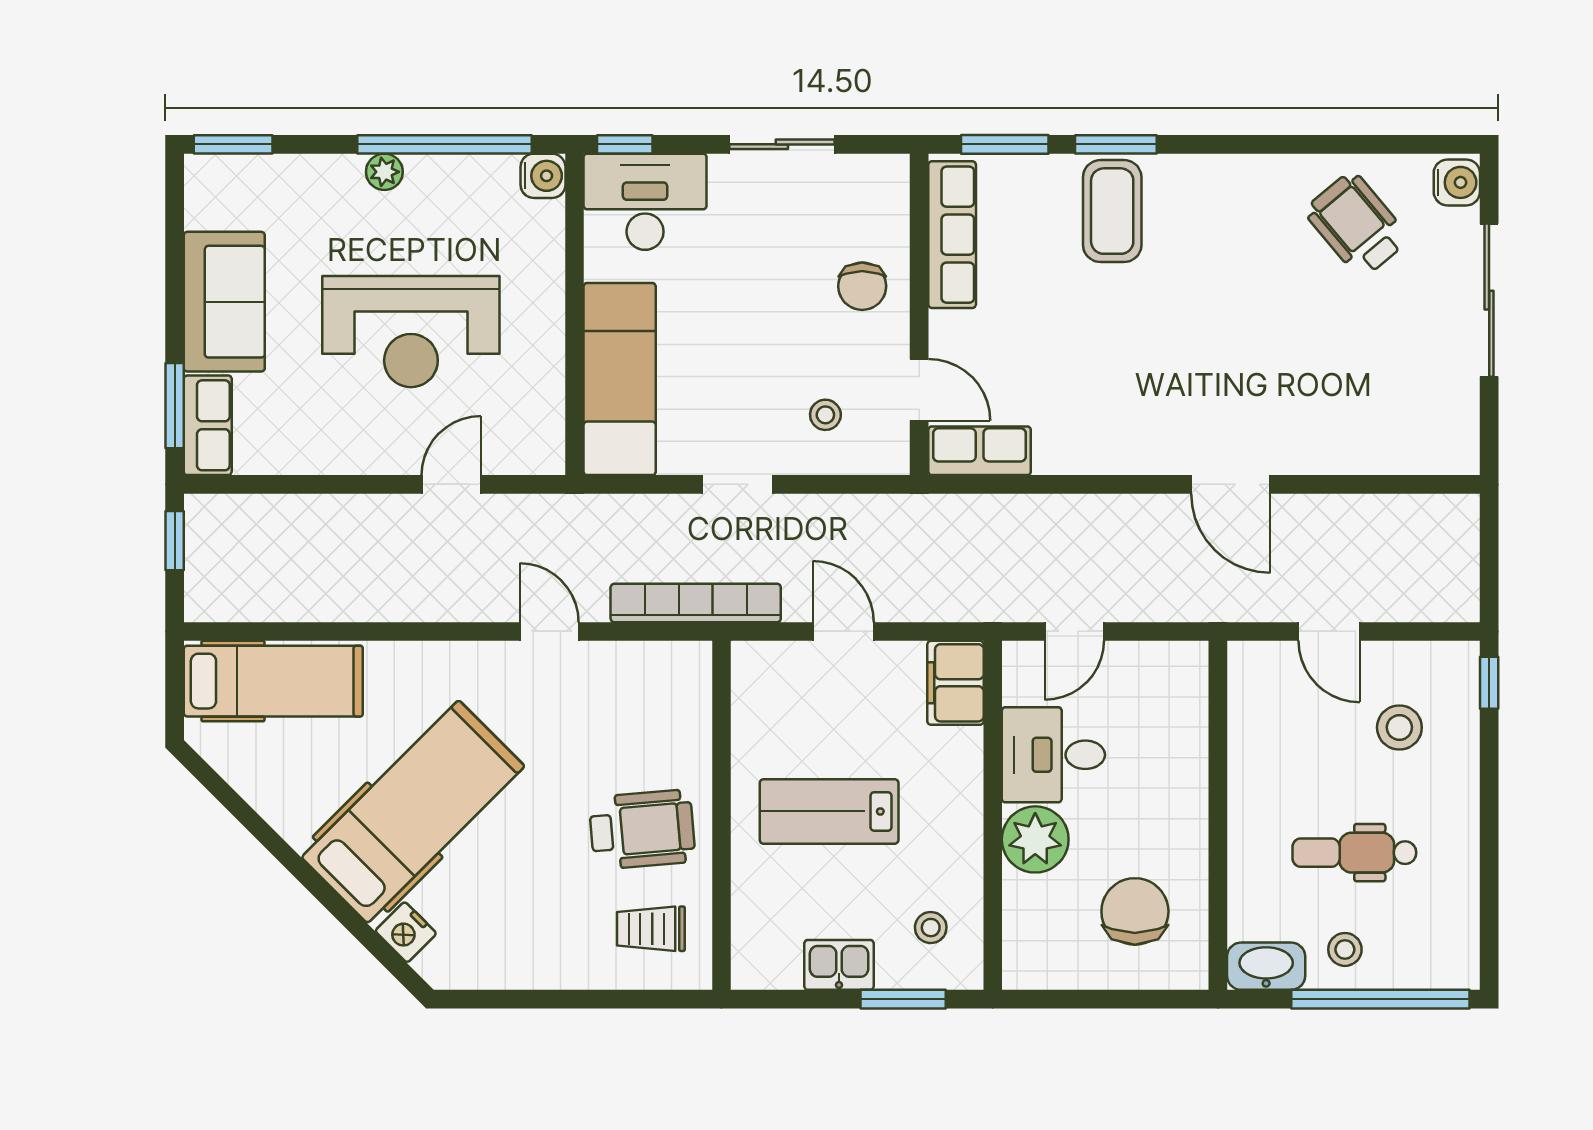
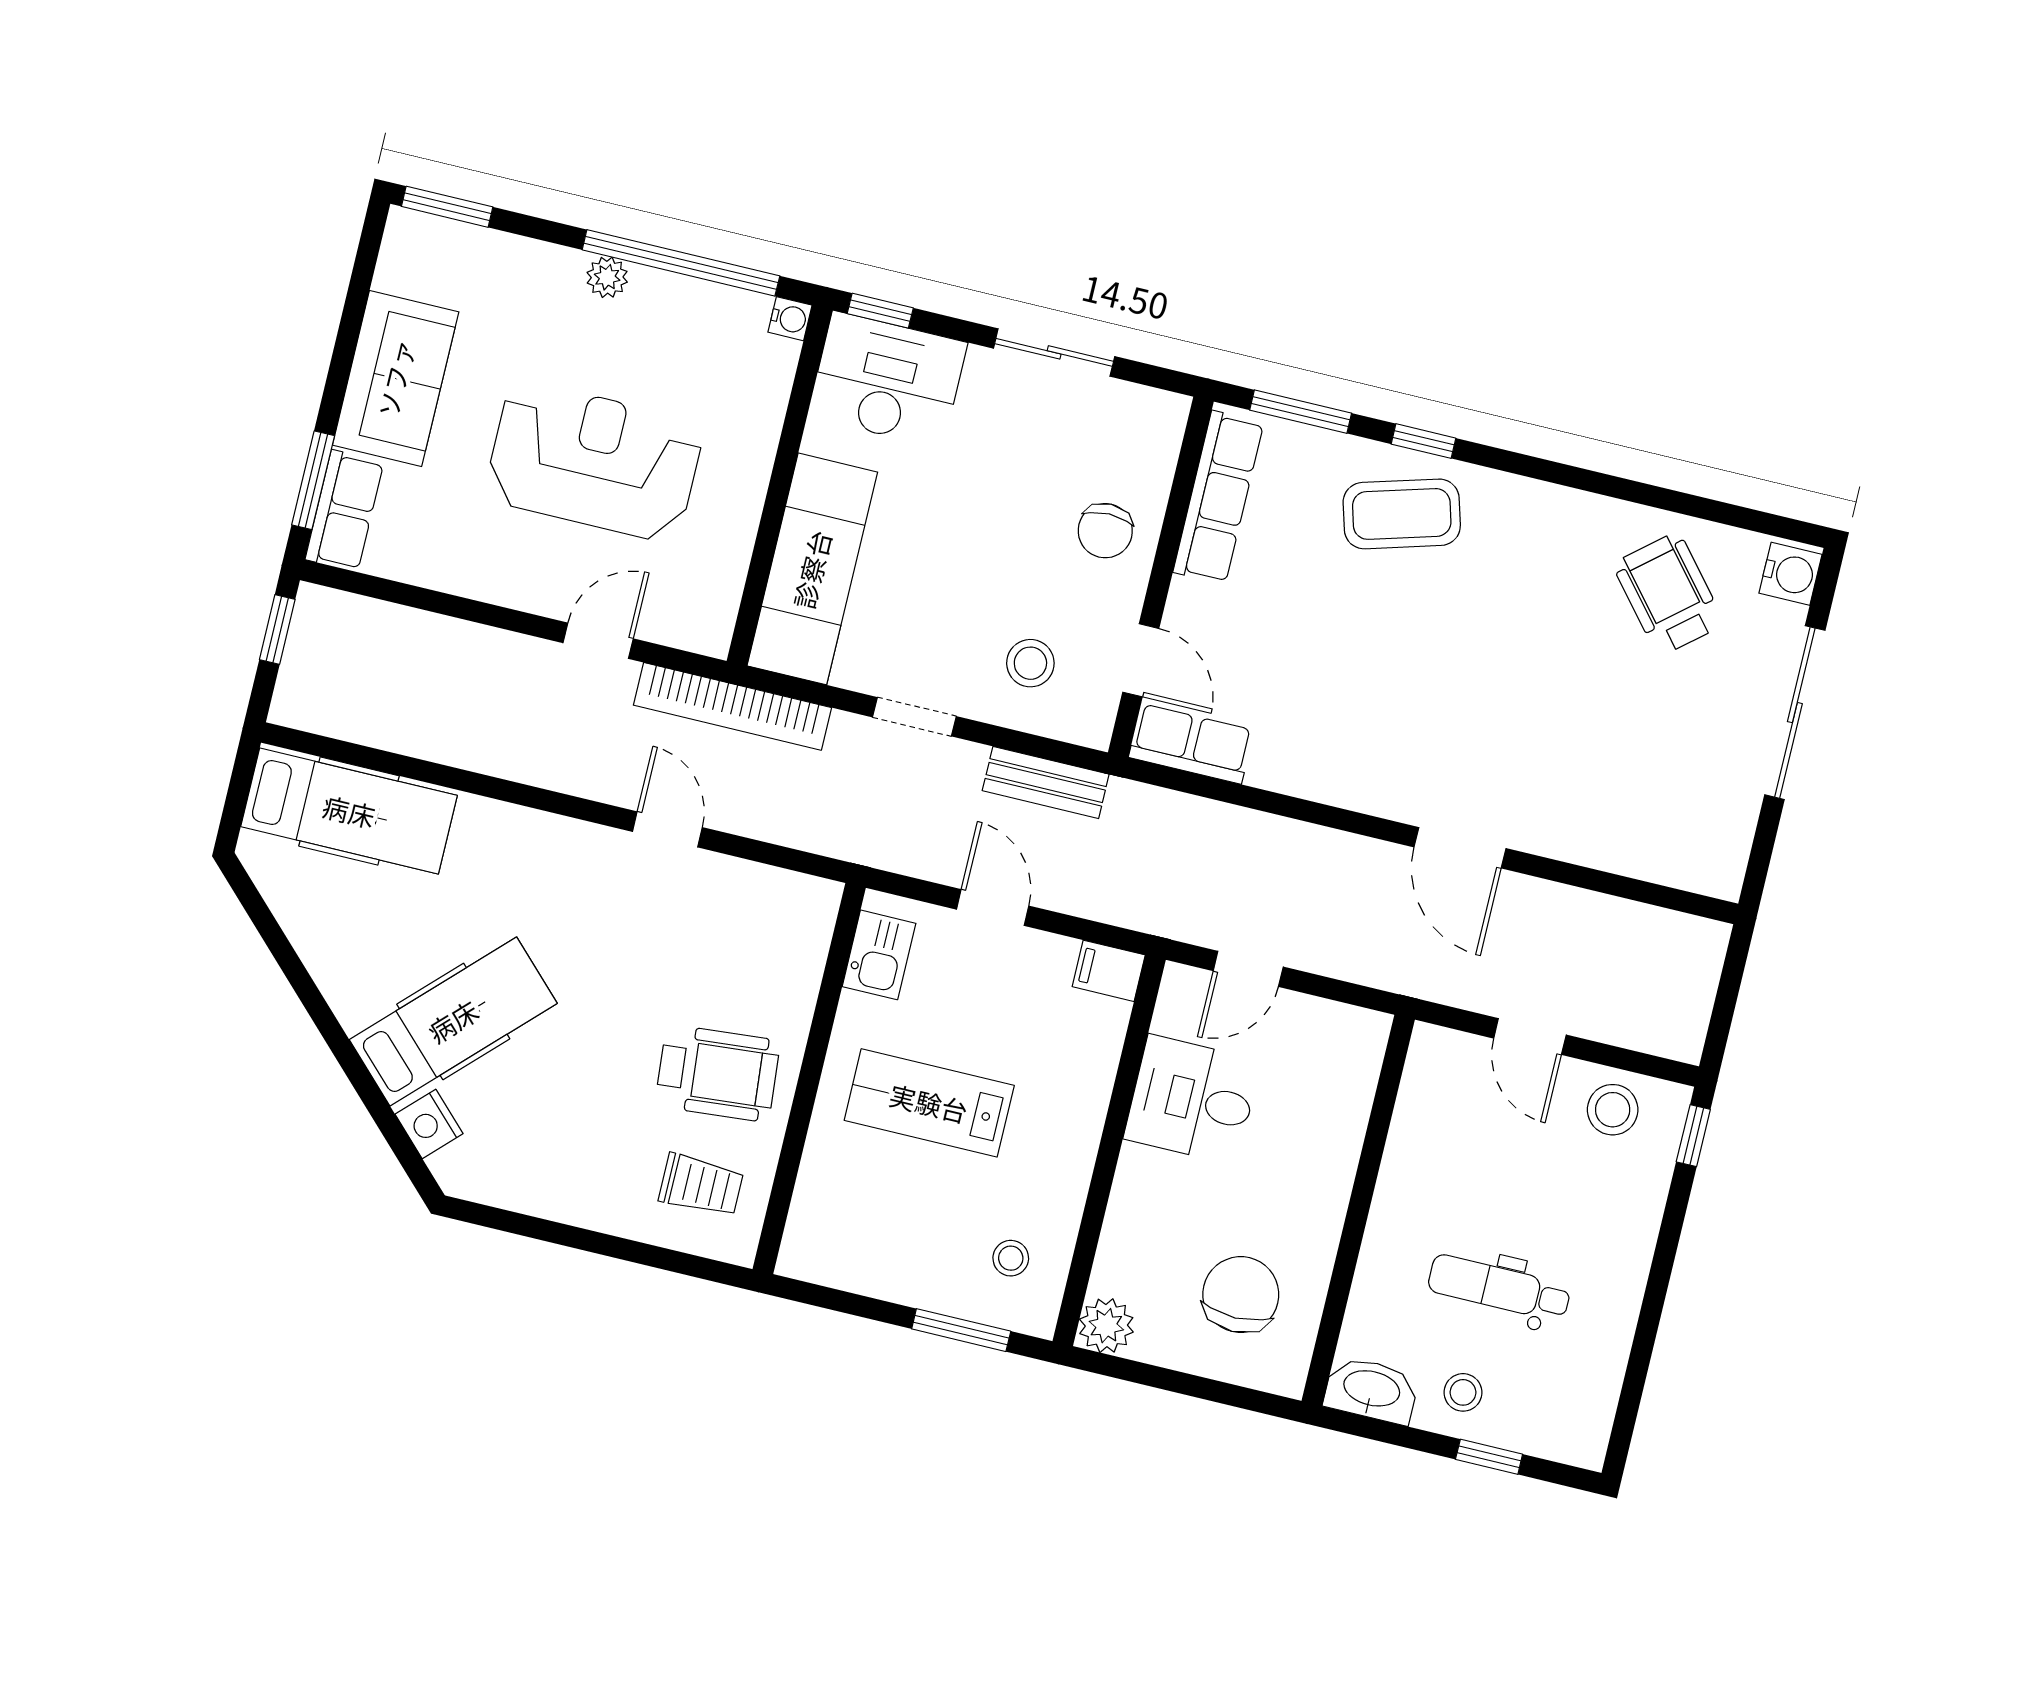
window: (1116, 144) -> (1424, 441), width x0.67
water cooler: (543, 176) -> (790, 319), width x0.72, depth x0.72
coffee table: (1112, 211) -> (1402, 514), turned 74
reception desk: (411, 332) -> (594, 461), turned 180
stool: (825, 415) -> (1030, 663), width x1.37, depth x1.37
bench: (863, 514) -> (1046, 782), added
bookcase: (696, 603) -> (732, 706), moved, turned 180
filing cabinet: (955, 683) -> (1109, 971), width x0.50
stool: (1399, 727) -> (1613, 1110), moved
hospital bed: (413, 812) -> (453, 1021), width x0.73, depth x0.78
plant: (1035, 839) -> (1106, 1326), moved, width x0.73, depth x0.73
trolley: (651, 929) -> (701, 1185), turned 180
kitchen sink: (839, 965) -> (879, 955), moved, turned 90
window: (1380, 999) -> (1489, 1457), width x0.32

